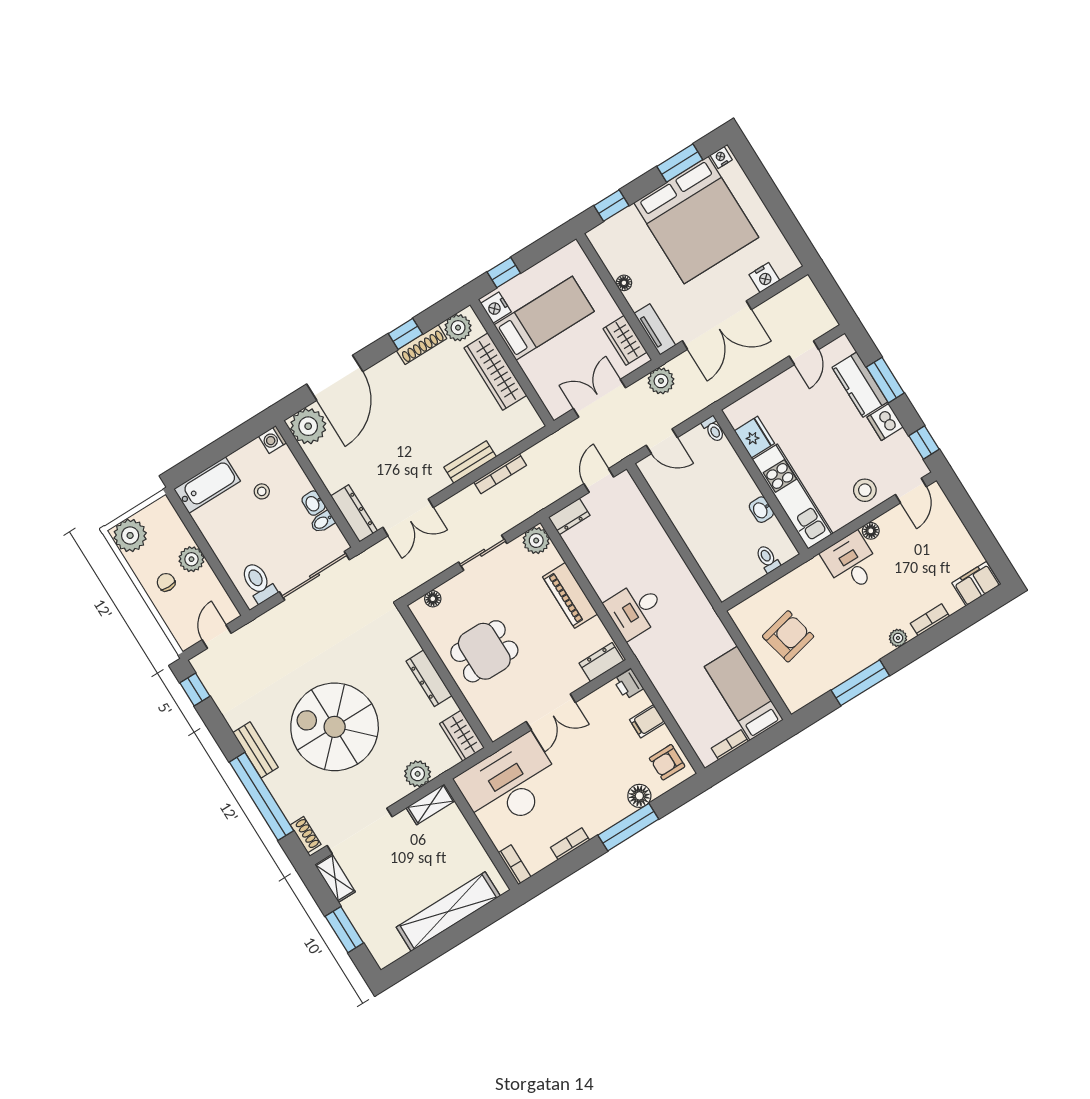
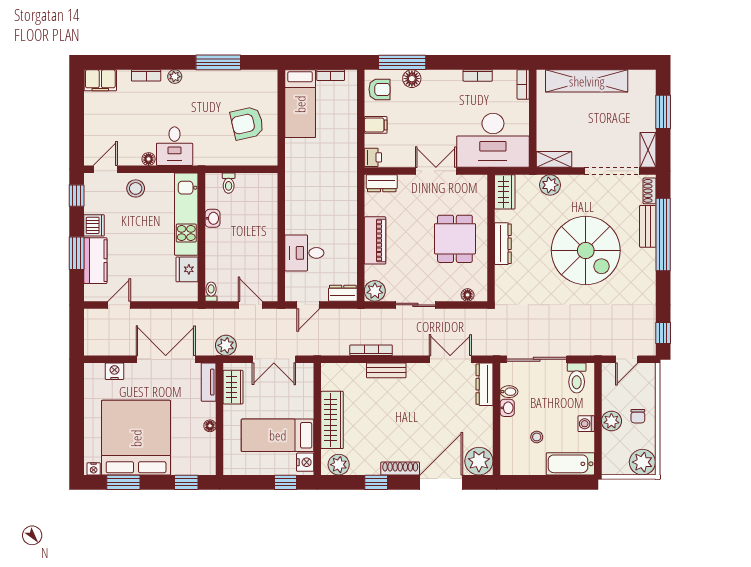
shoe rack: (422, 344) -> (400, 469), moved
washing machine: (272, 440) -> (586, 424), moved, turned 180
desk: (635, 610) -> (304, 253), moved, turned 180
dining table: (484, 651) -> (455, 239), turned 90
bench: (256, 750) -> (648, 226), moved
window: (628, 827) -> (402, 62), moved

